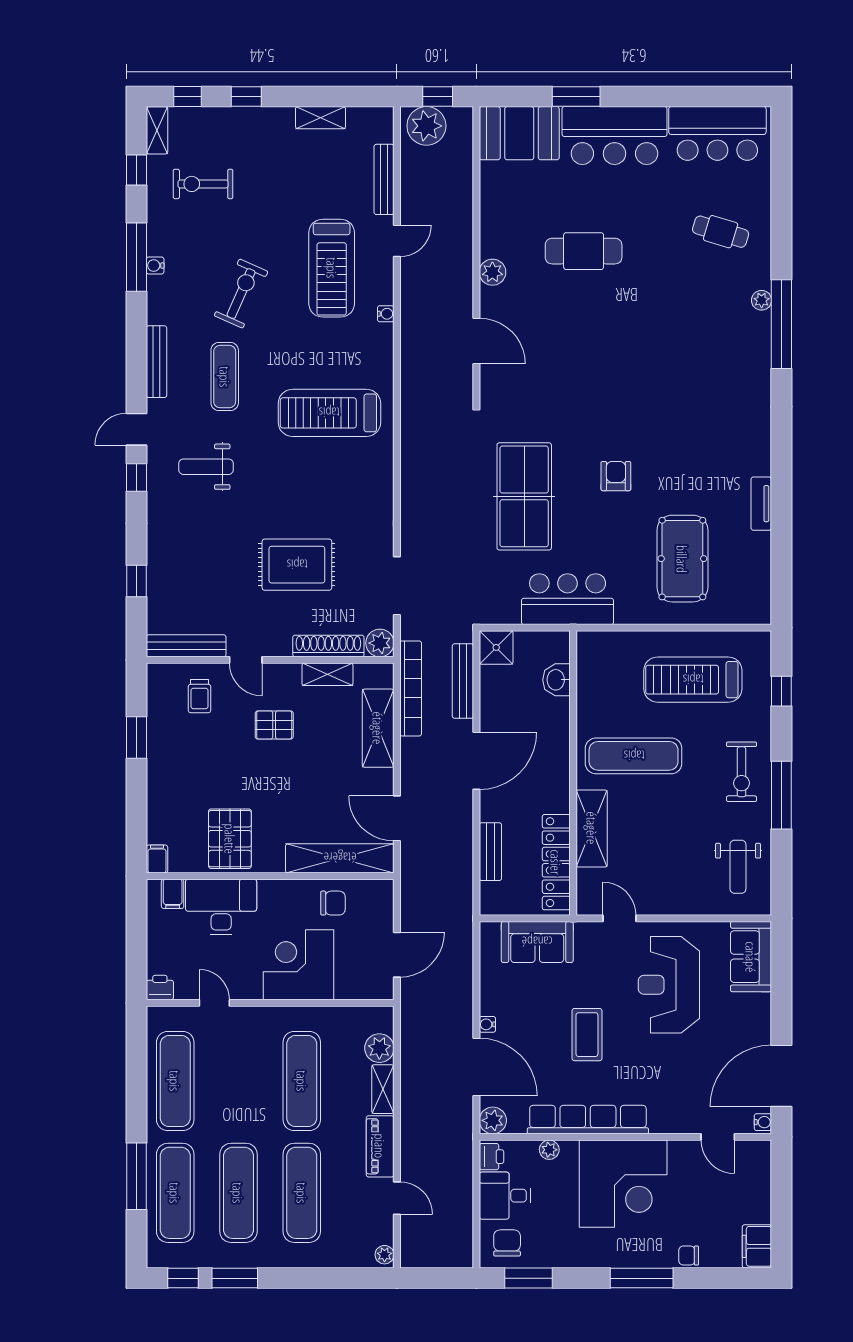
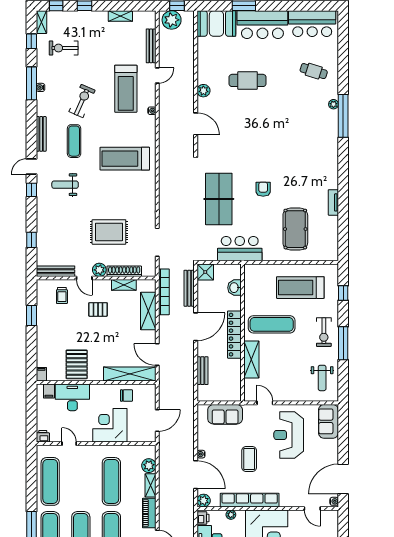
plant: (380, 643) -> (99, 270), moved
locker: (556, 862) -> (234, 335), moved

